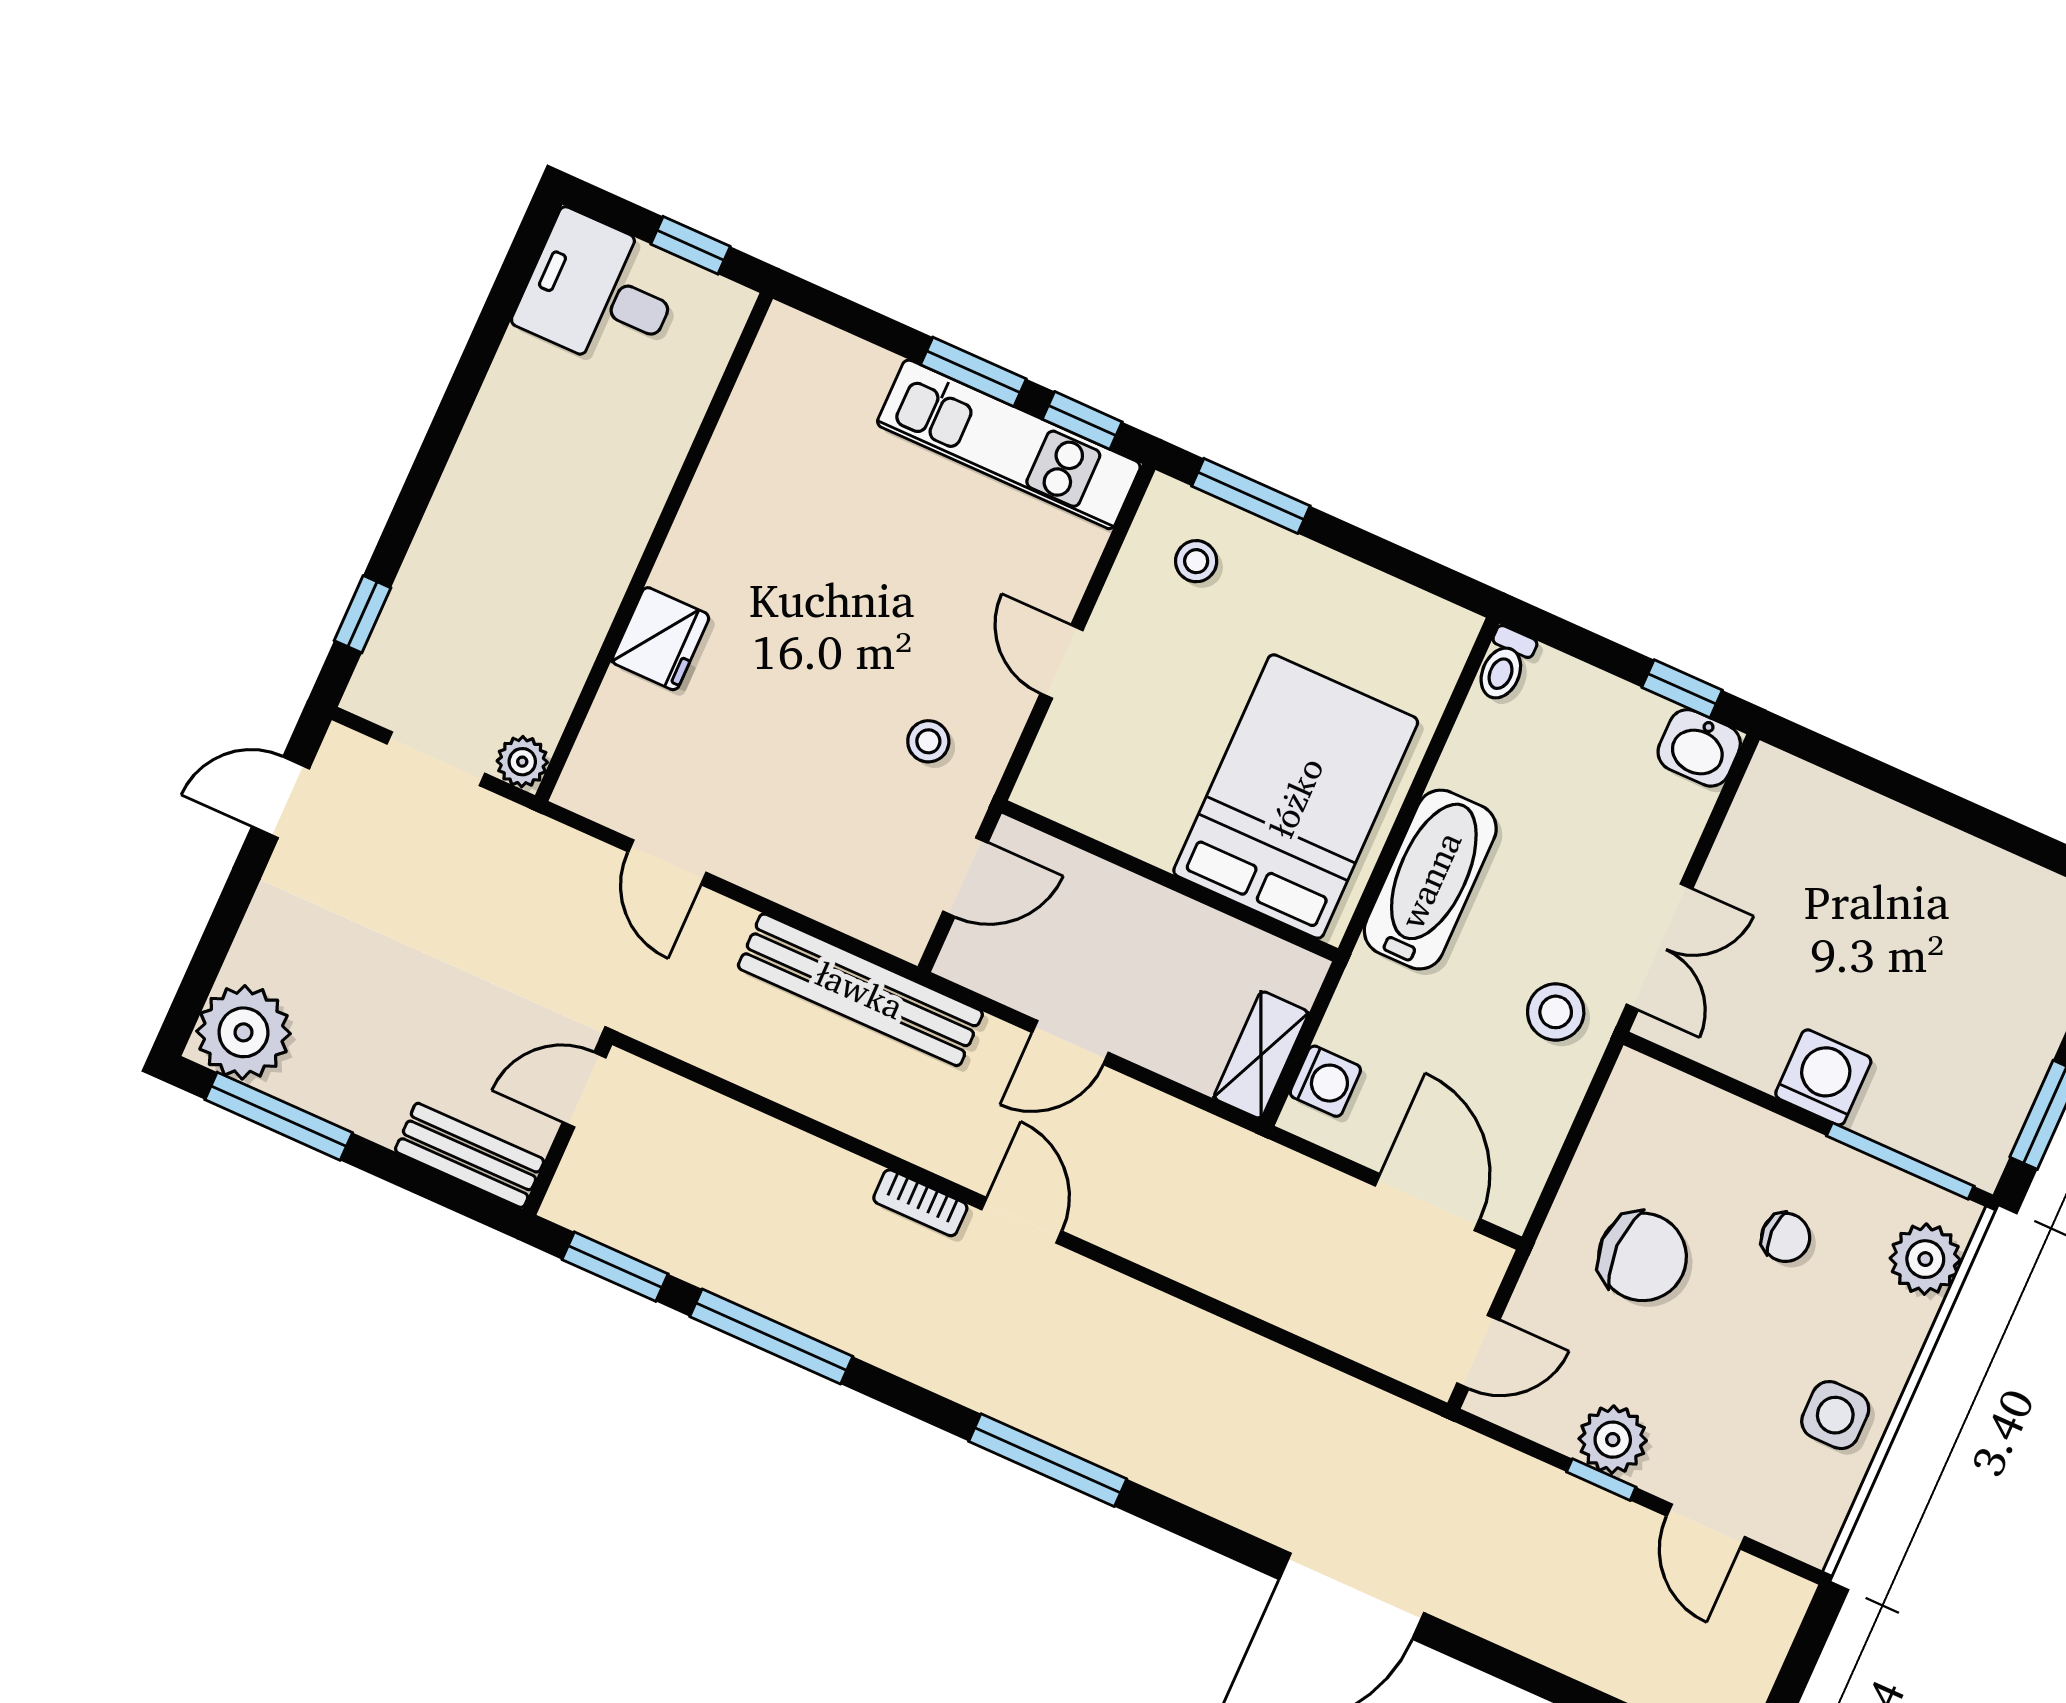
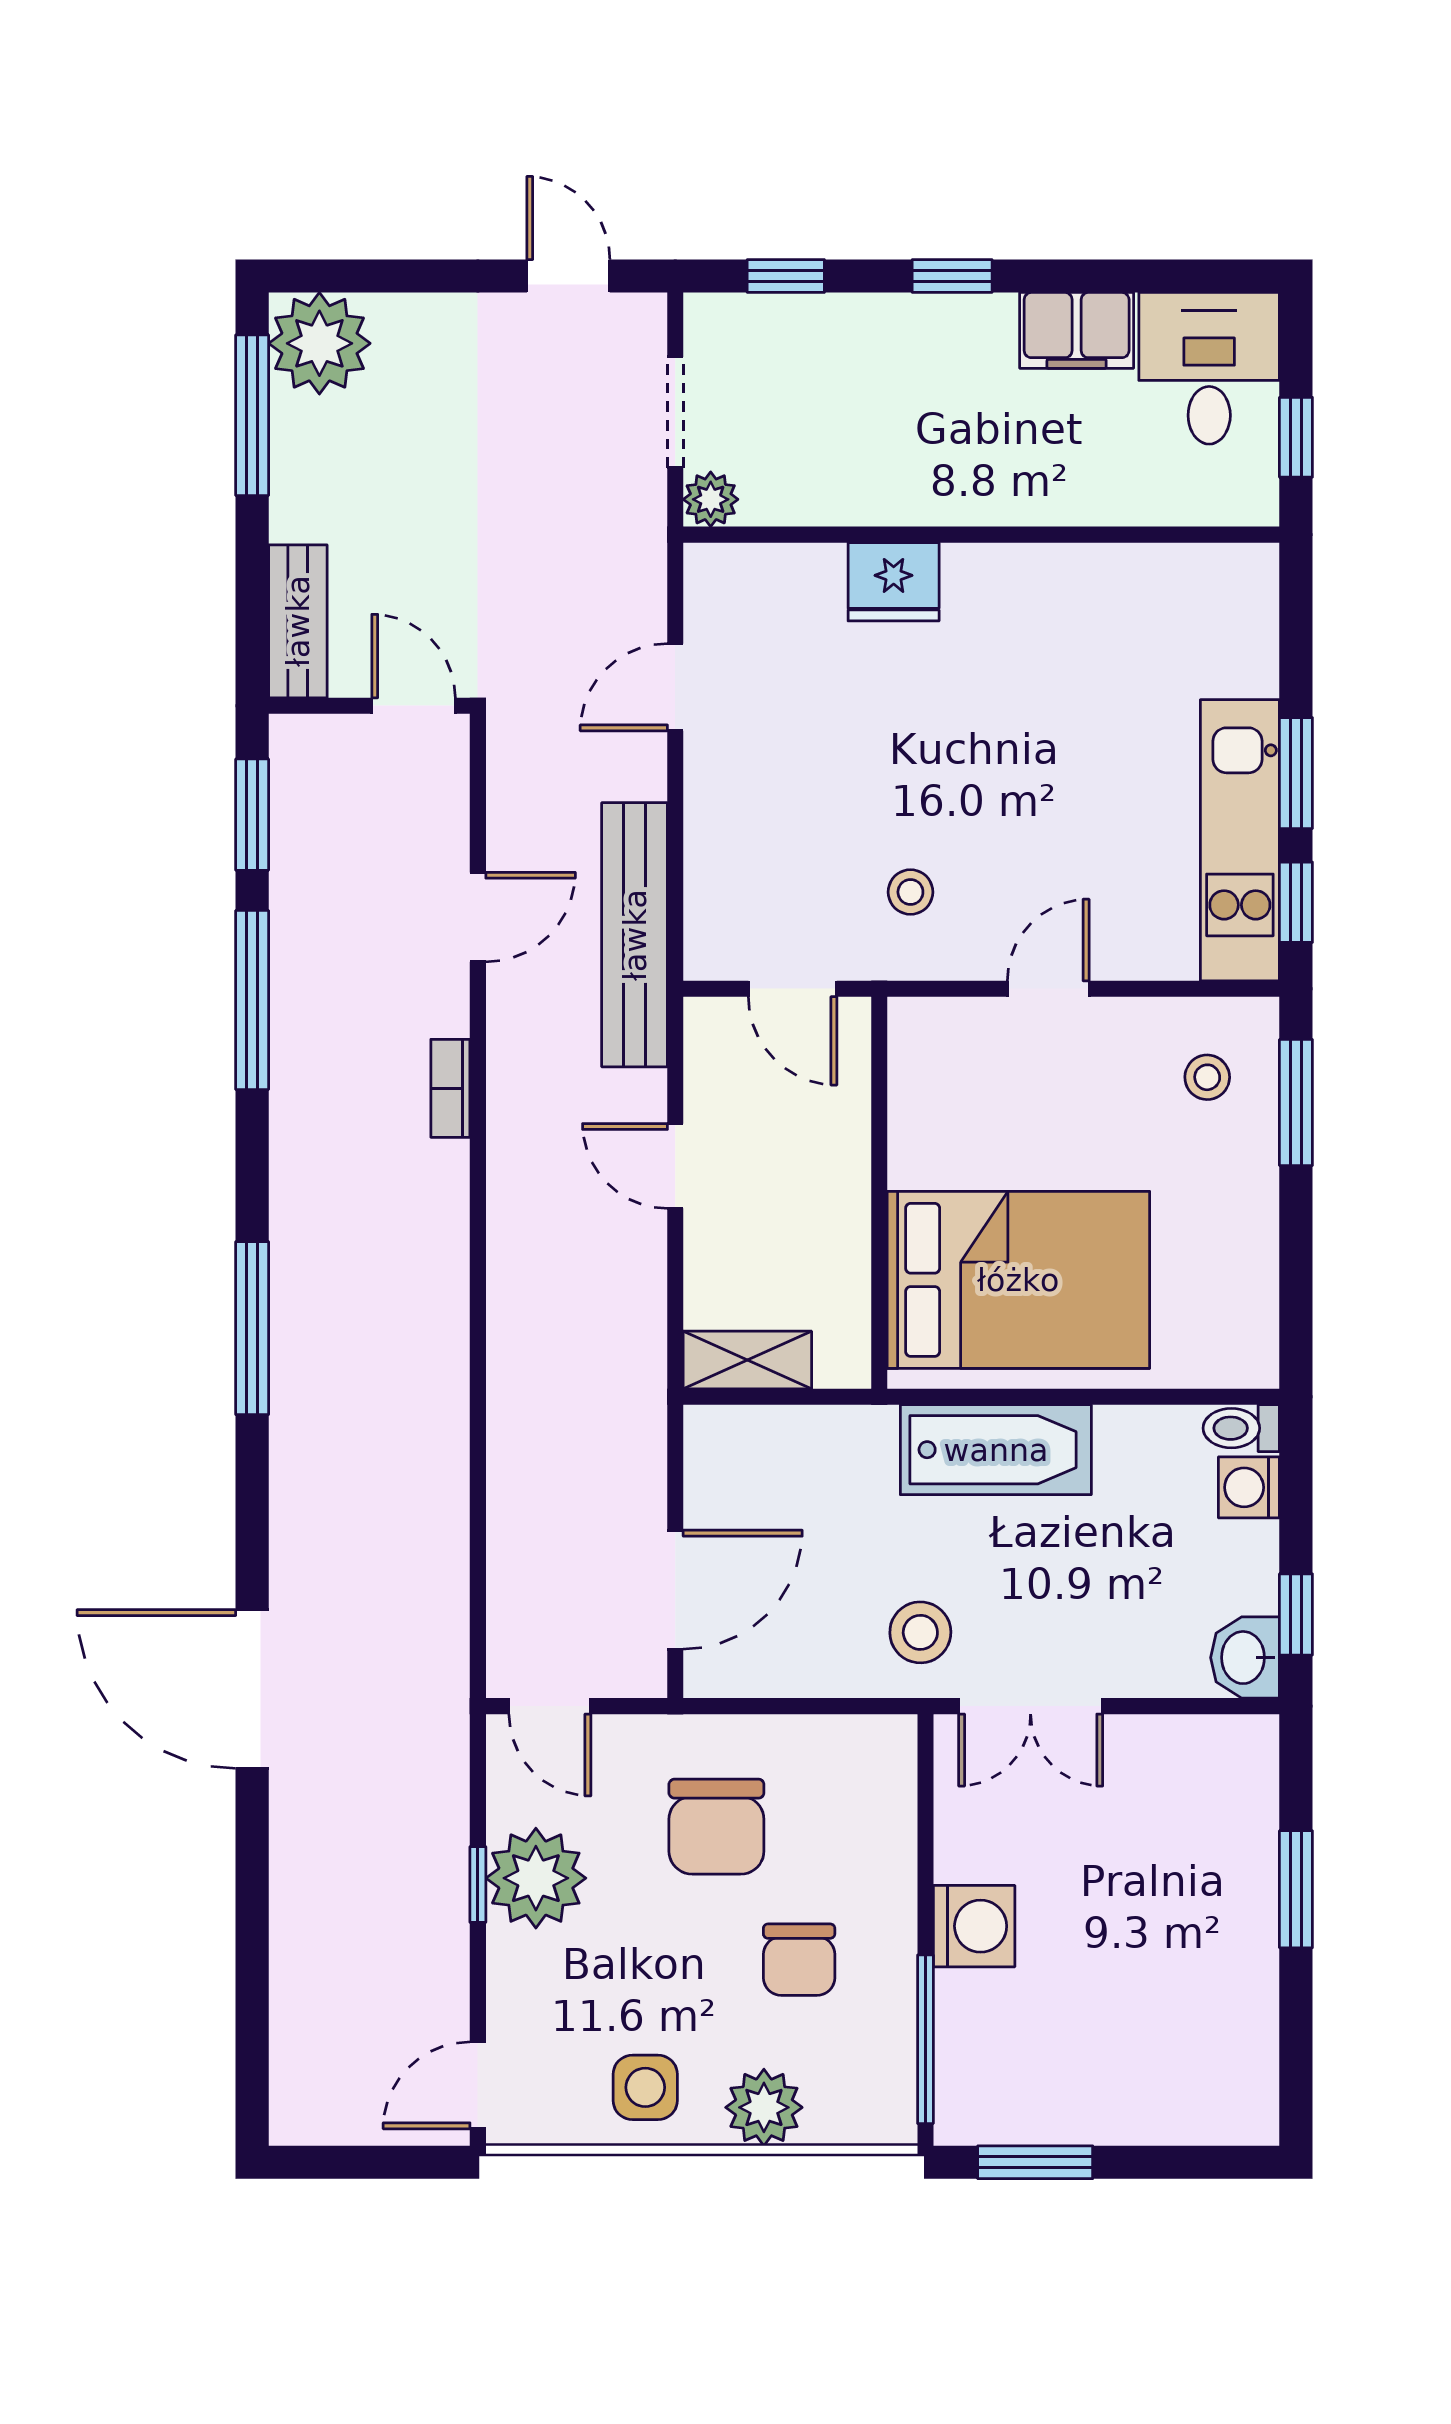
filing cabinet: (518, 390) -> (1077, 330), added
window: (425, 474) -> (952, 276), added
window: (1914, 792) -> (1296, 1889), added
washing machine: (1325, 1081) -> (1249, 1487), moved, turned 90
door: (1022, 1220) -> (478, 917), moved
chair: (1786, 1237) -> (799, 1960), width x1.37, depth x1.37
plant: (1925, 1259) -> (764, 2107), moved
plant: (1613, 1440) -> (536, 1878), width x1.36, depth x1.36
door: (1706, 1526) -> (478, 2085), moved

